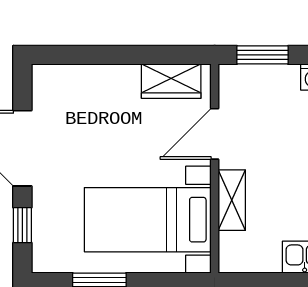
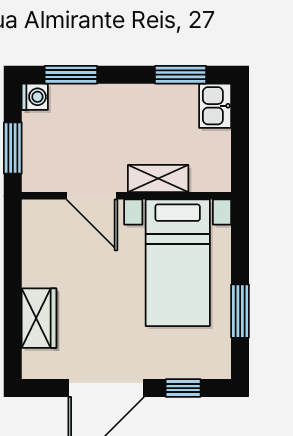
wardrobe: (171, 81) -> (39, 318), moved

